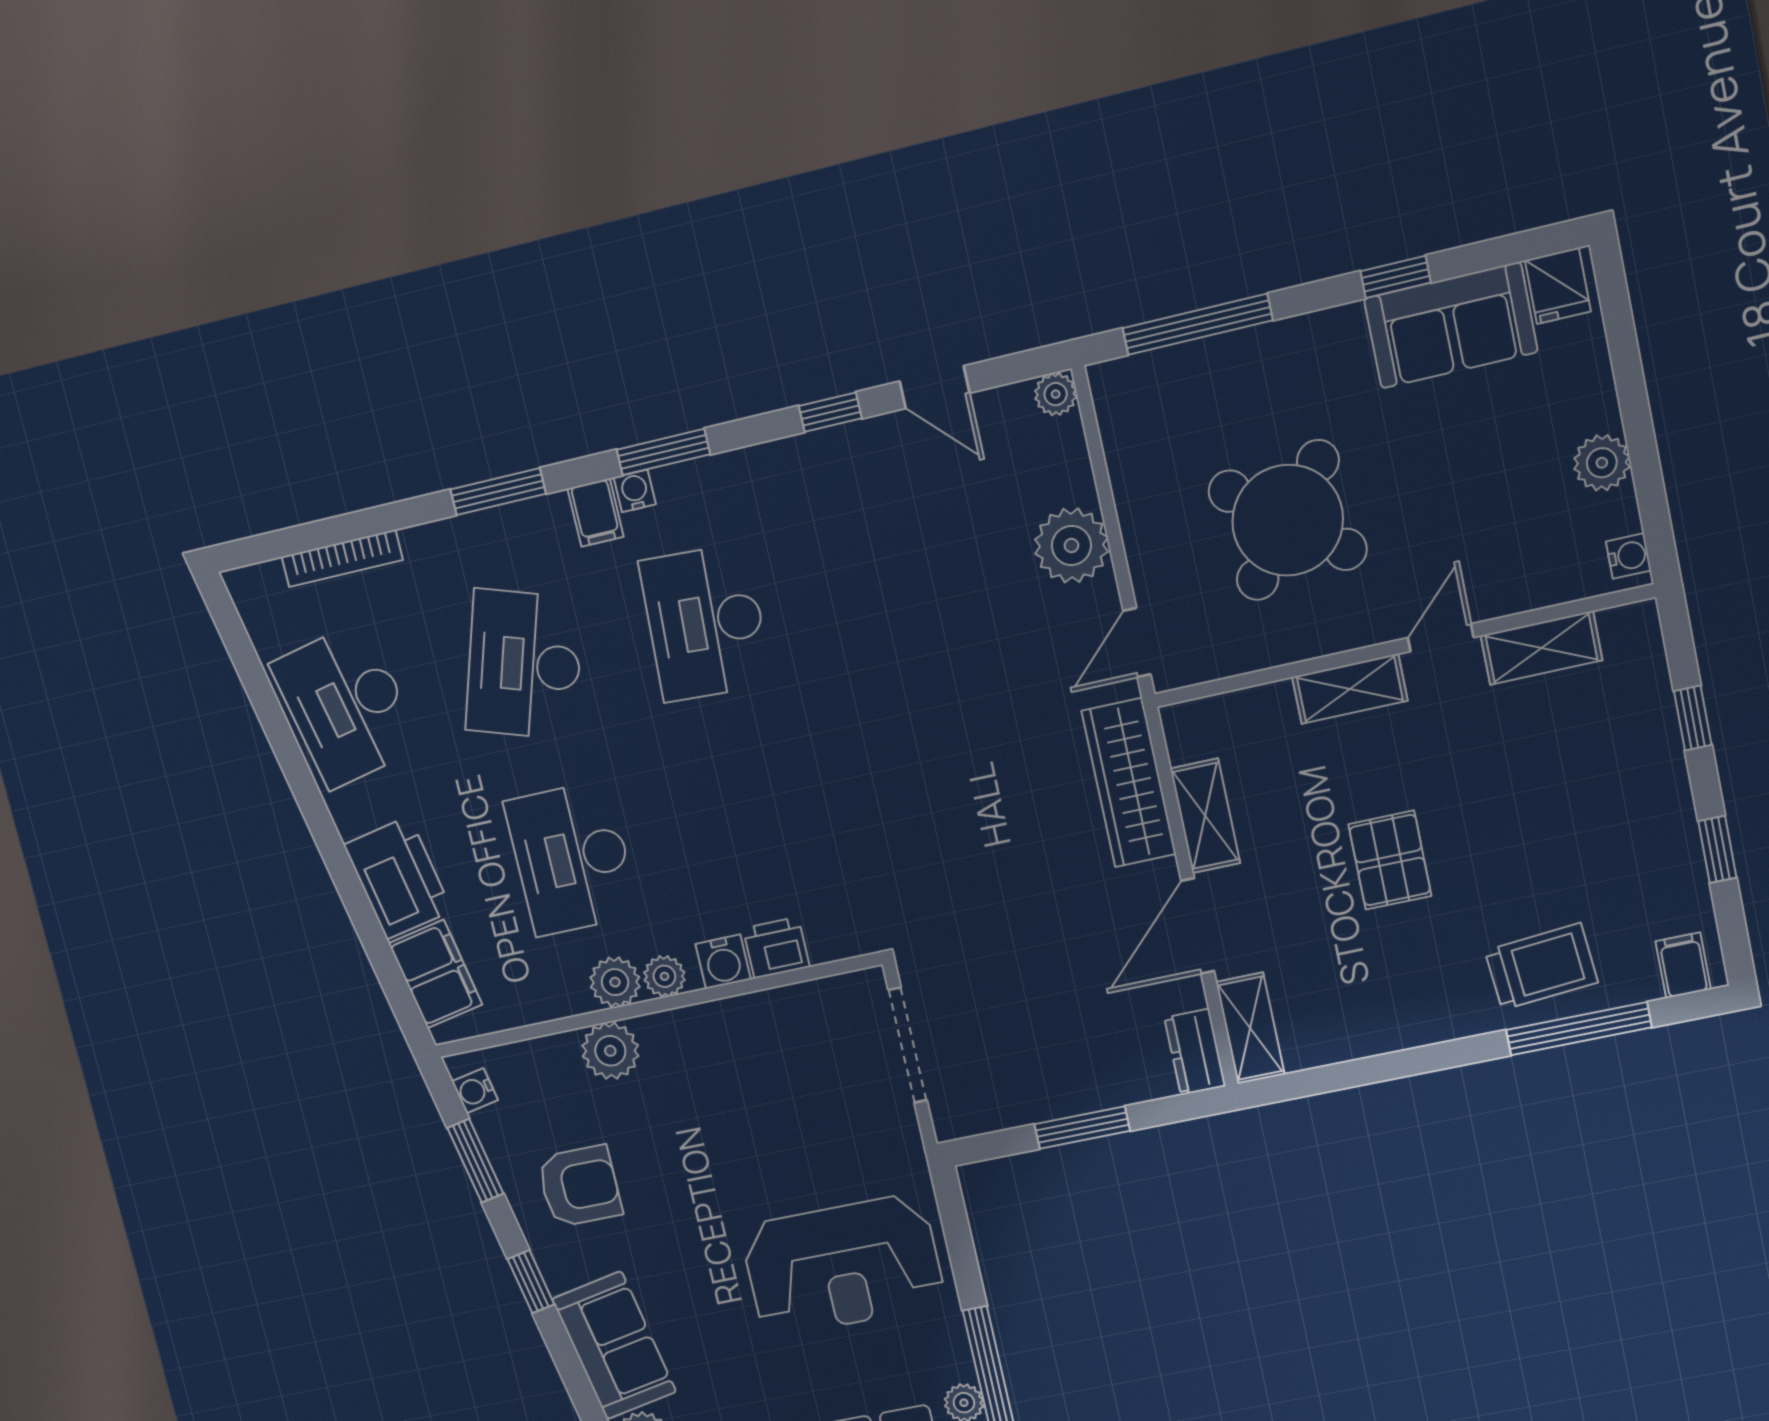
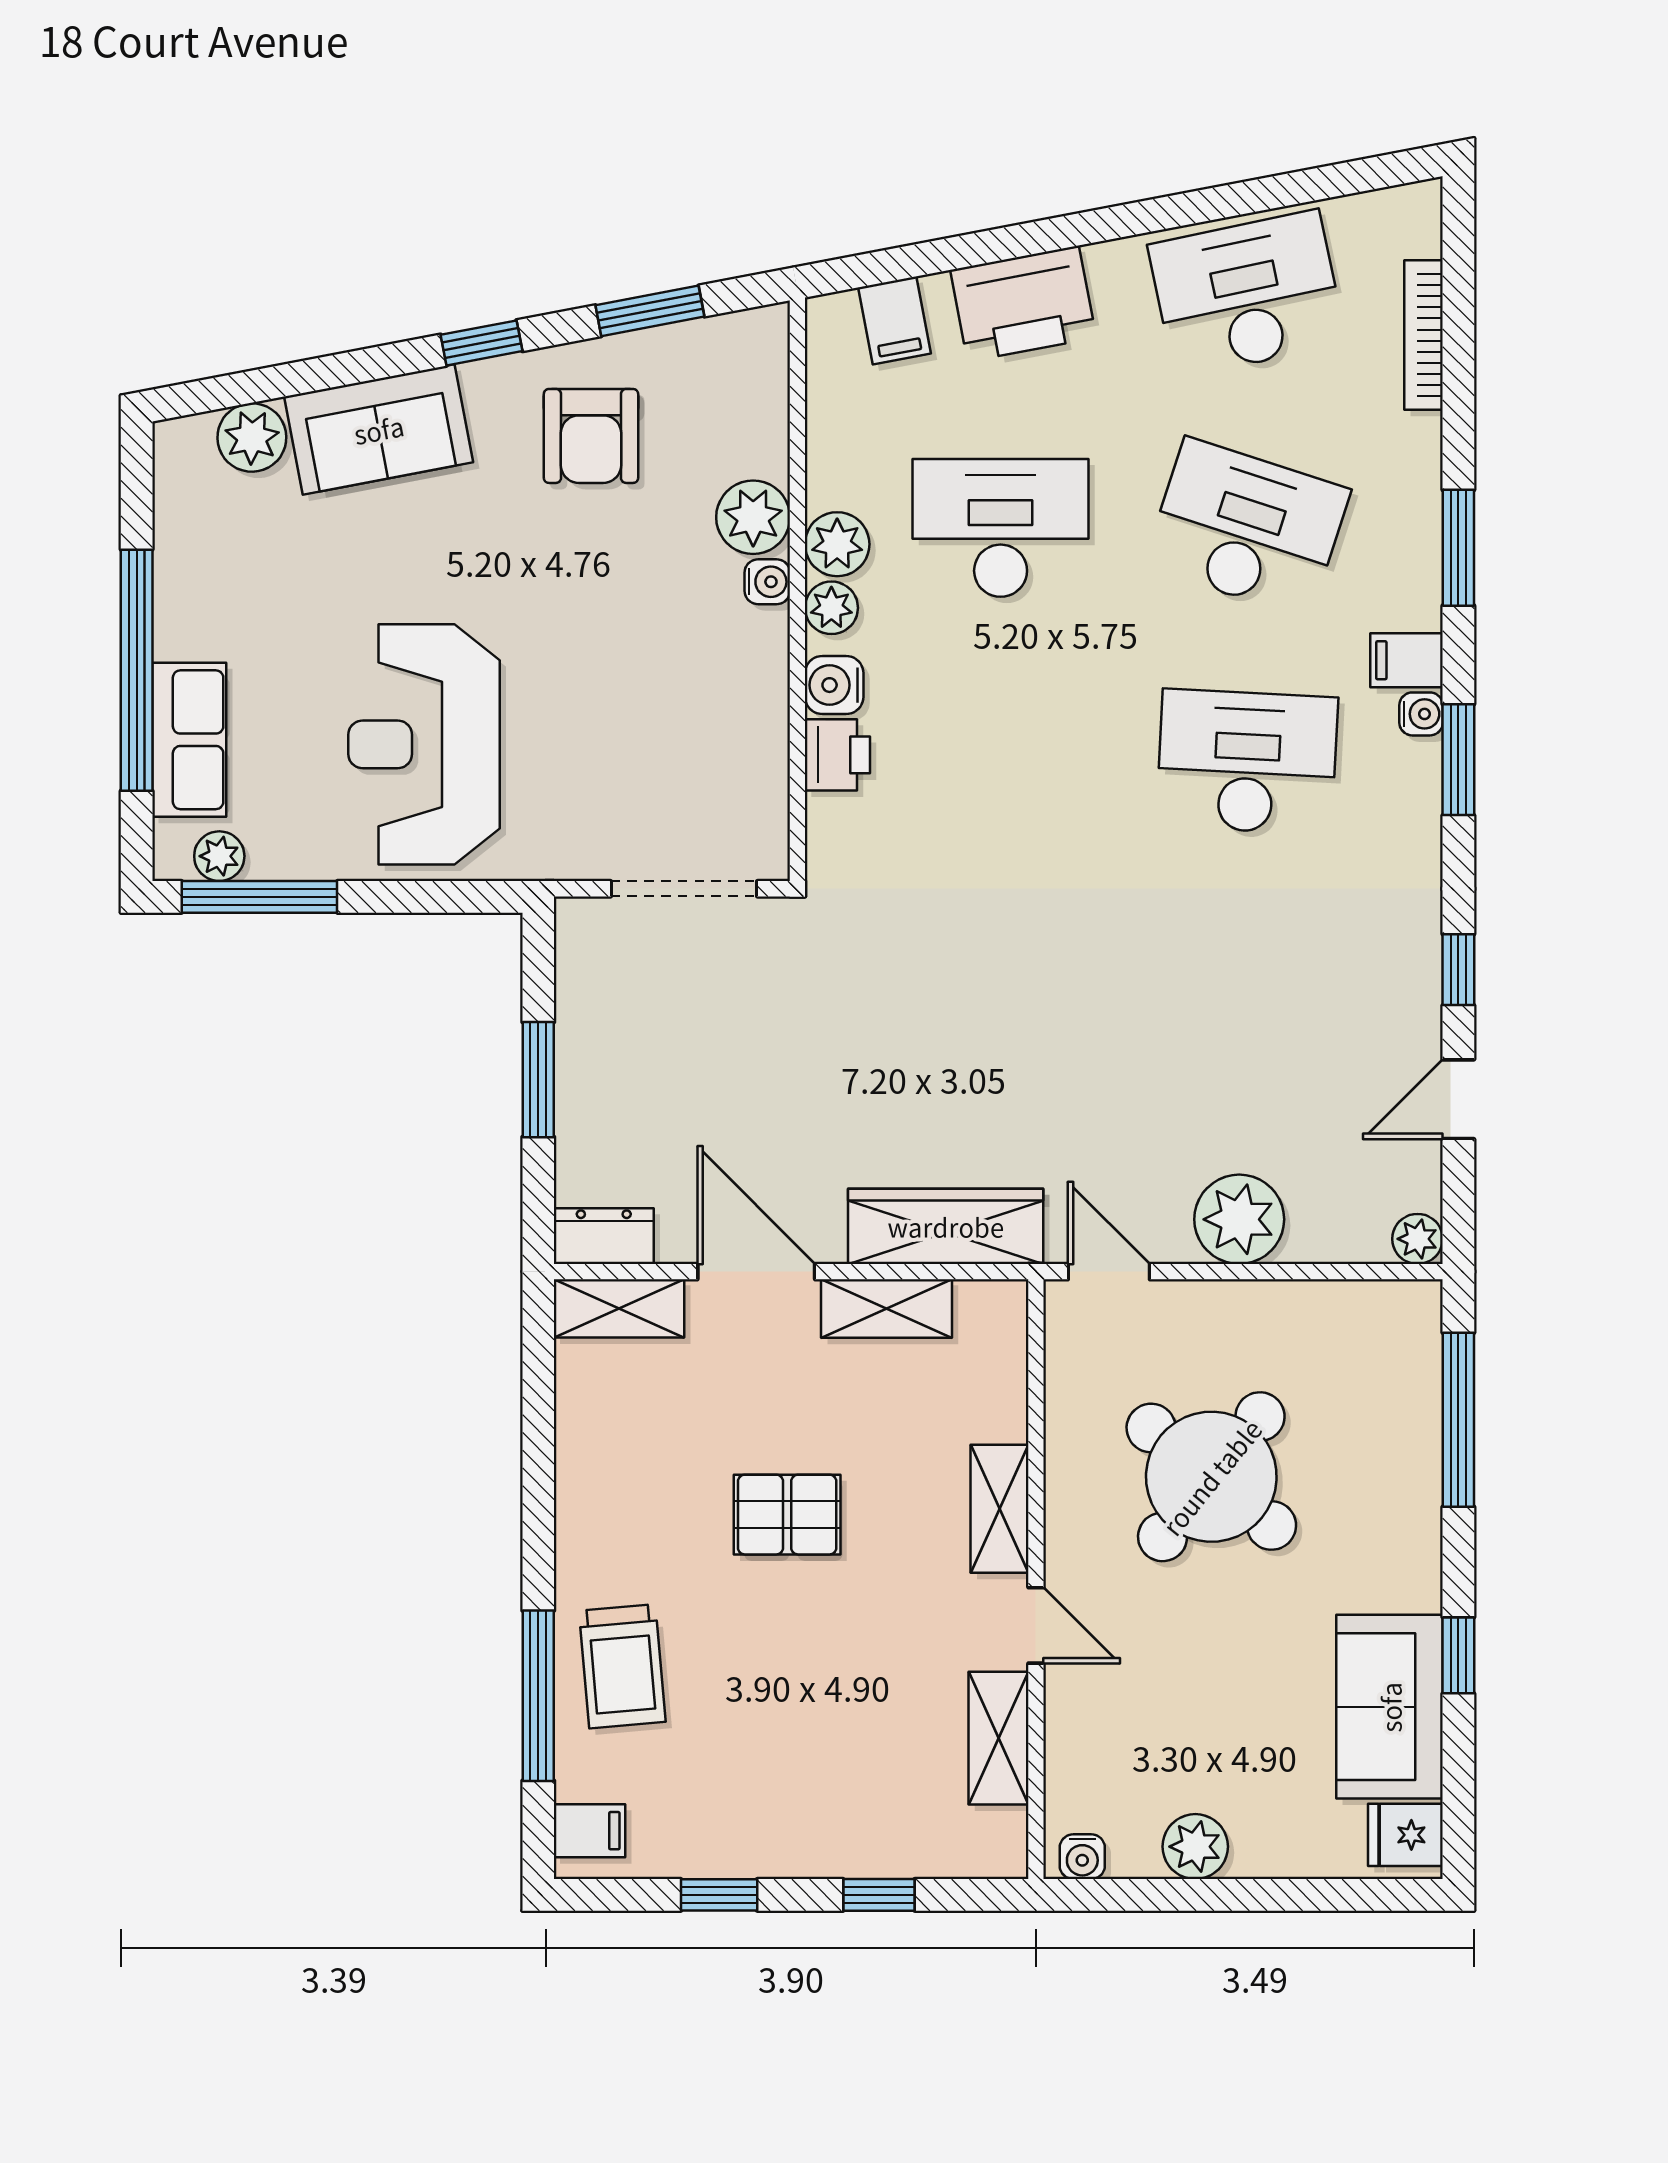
filing cabinet: (435, 974) -> (895, 320), width x0.50
water cooler: (475, 1091) -> (767, 582), moved, turned 101

